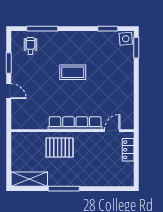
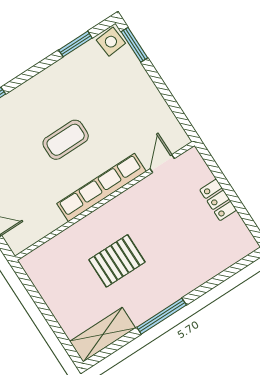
row of seats: (75, 123) -> (101, 188), moved
wall: (72, 131) -> (105, 201), moved
door: (112, 131) -> (162, 164), moved

